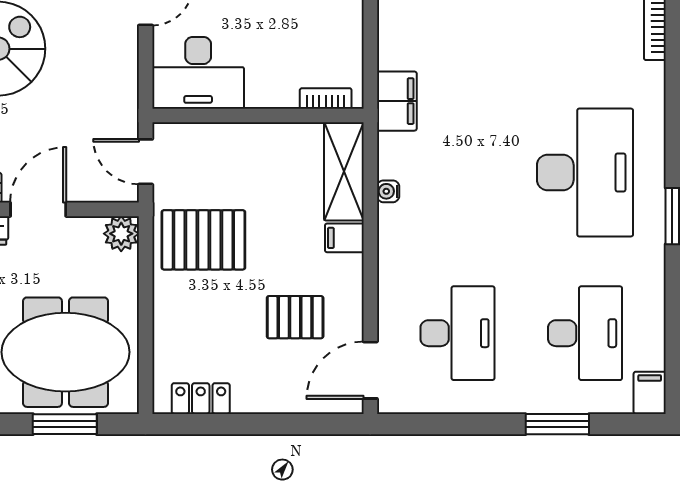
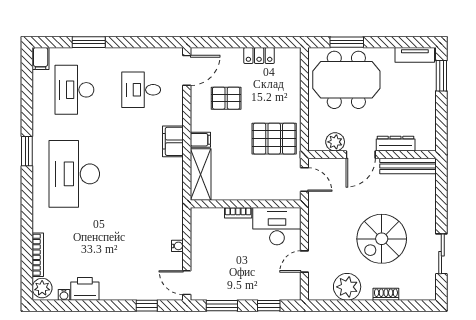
bookcase: (326, 98) -> (238, 213), moved
filing cabinet: (397, 101) -> (173, 141), moved
water cooler: (388, 191) -> (177, 246), moved
plant: (121, 234) -> (335, 142), moved
desk: (457, 333) -> (141, 90), width x0.73
locker: (201, 399) -> (259, 56), moved

